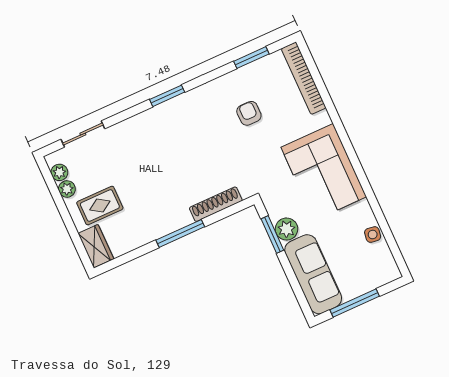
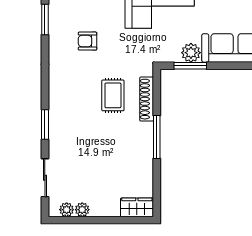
window: (167, 96) -> (45, 125), moved
rug: (100, 206) -> (113, 95), moved

